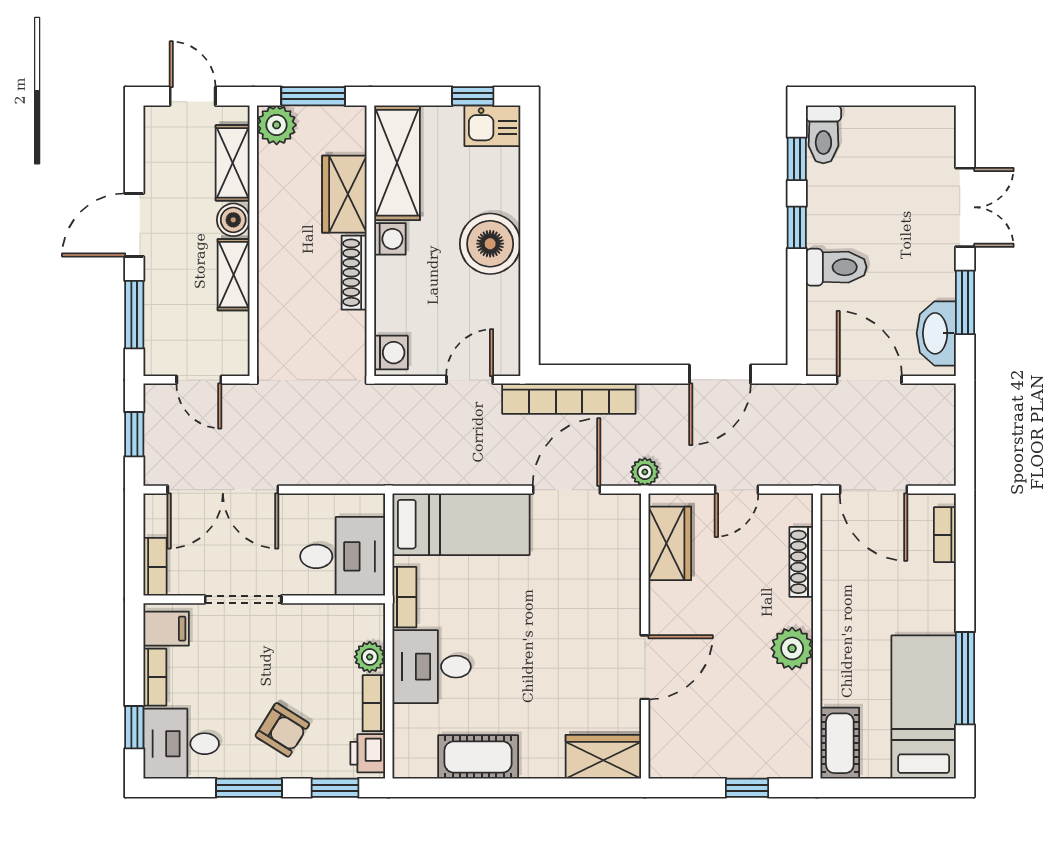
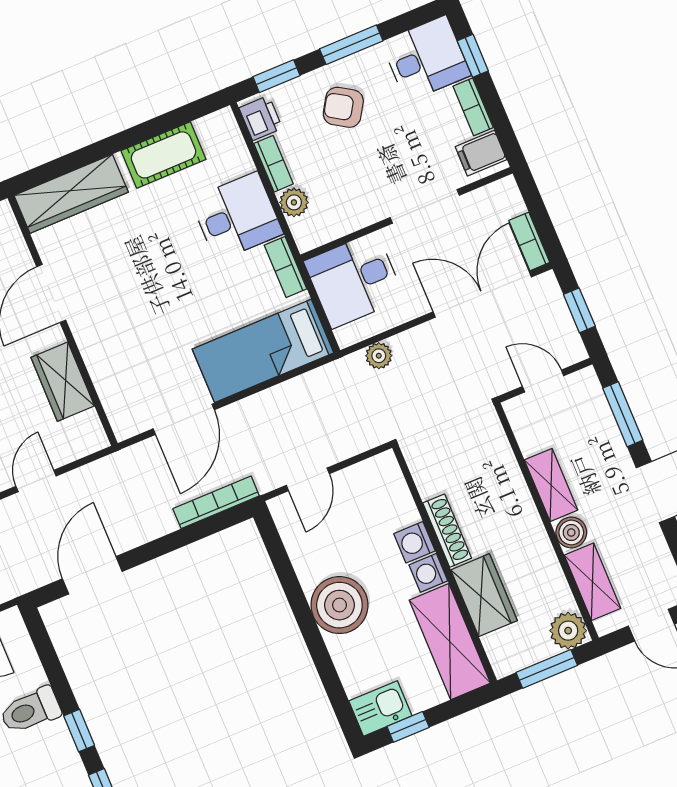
washing machine: (391, 353) -> (414, 542), moved
bookcase: (569, 399) -> (216, 502), width x0.68, depth x0.76
plant: (645, 472) -> (379, 356), moved
wardrobe: (670, 543) -> (63, 382), moved
bookcase: (155, 567) -> (529, 241), moved
wardrobe: (603, 757) -> (71, 194), width x1.50

